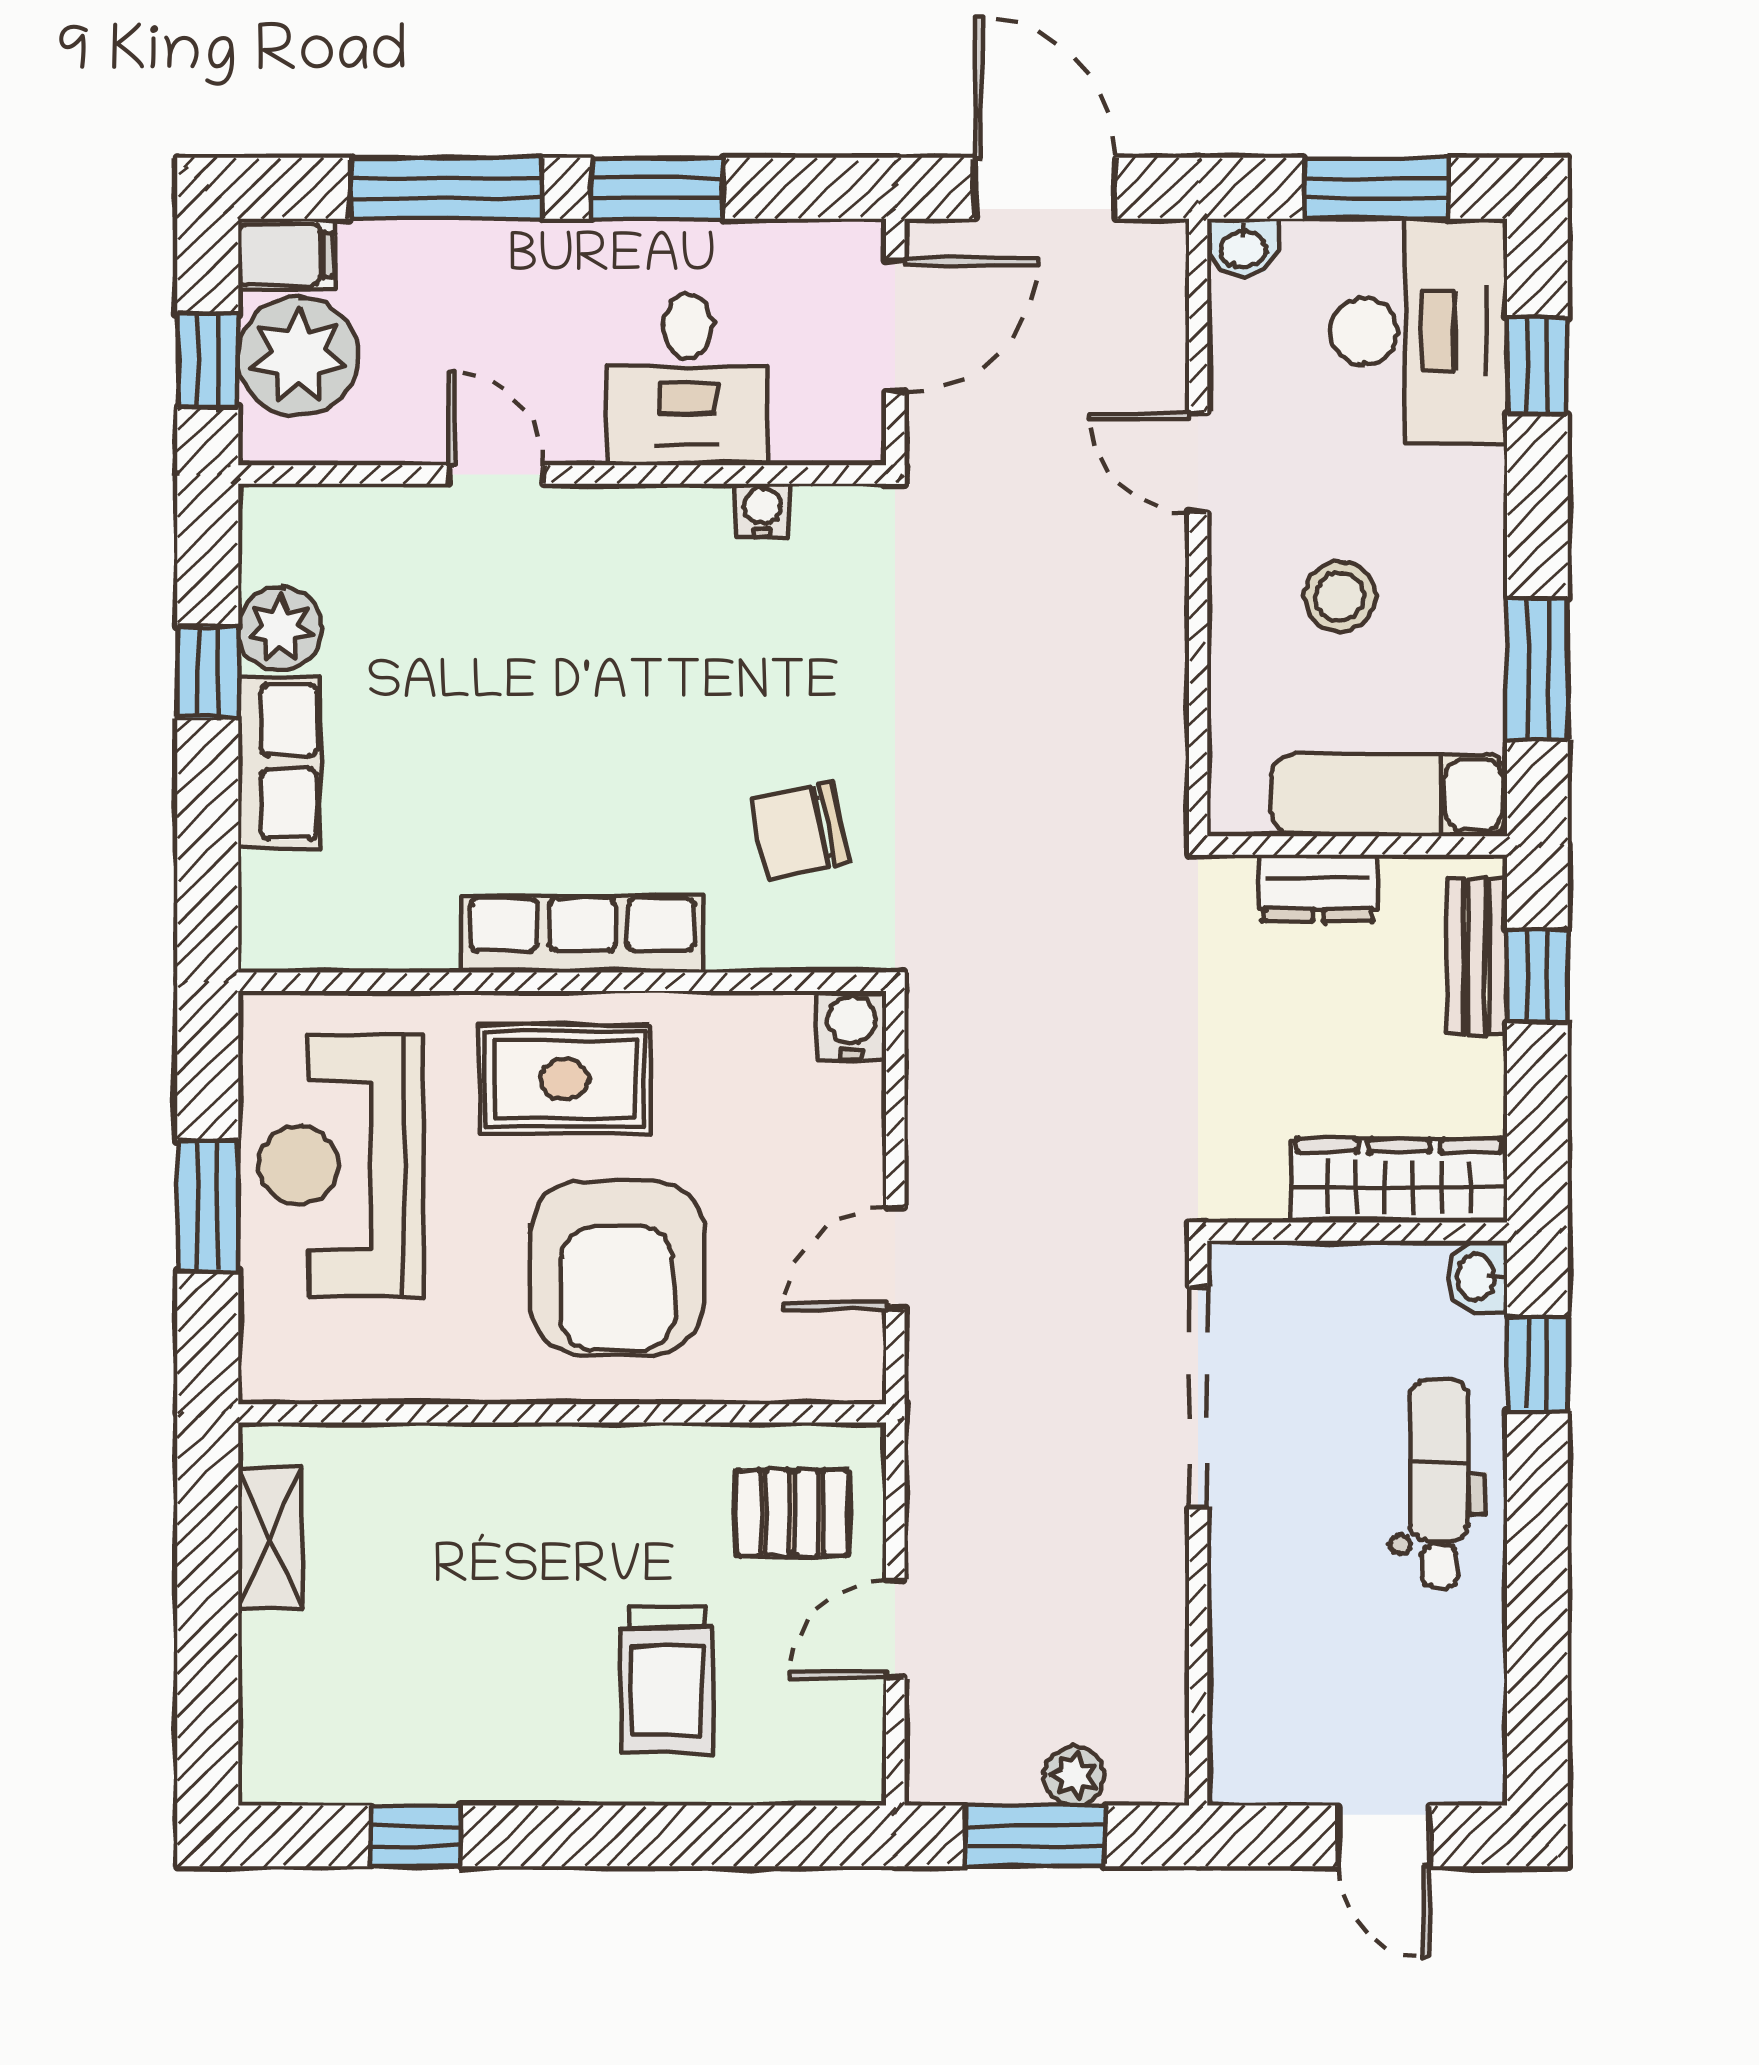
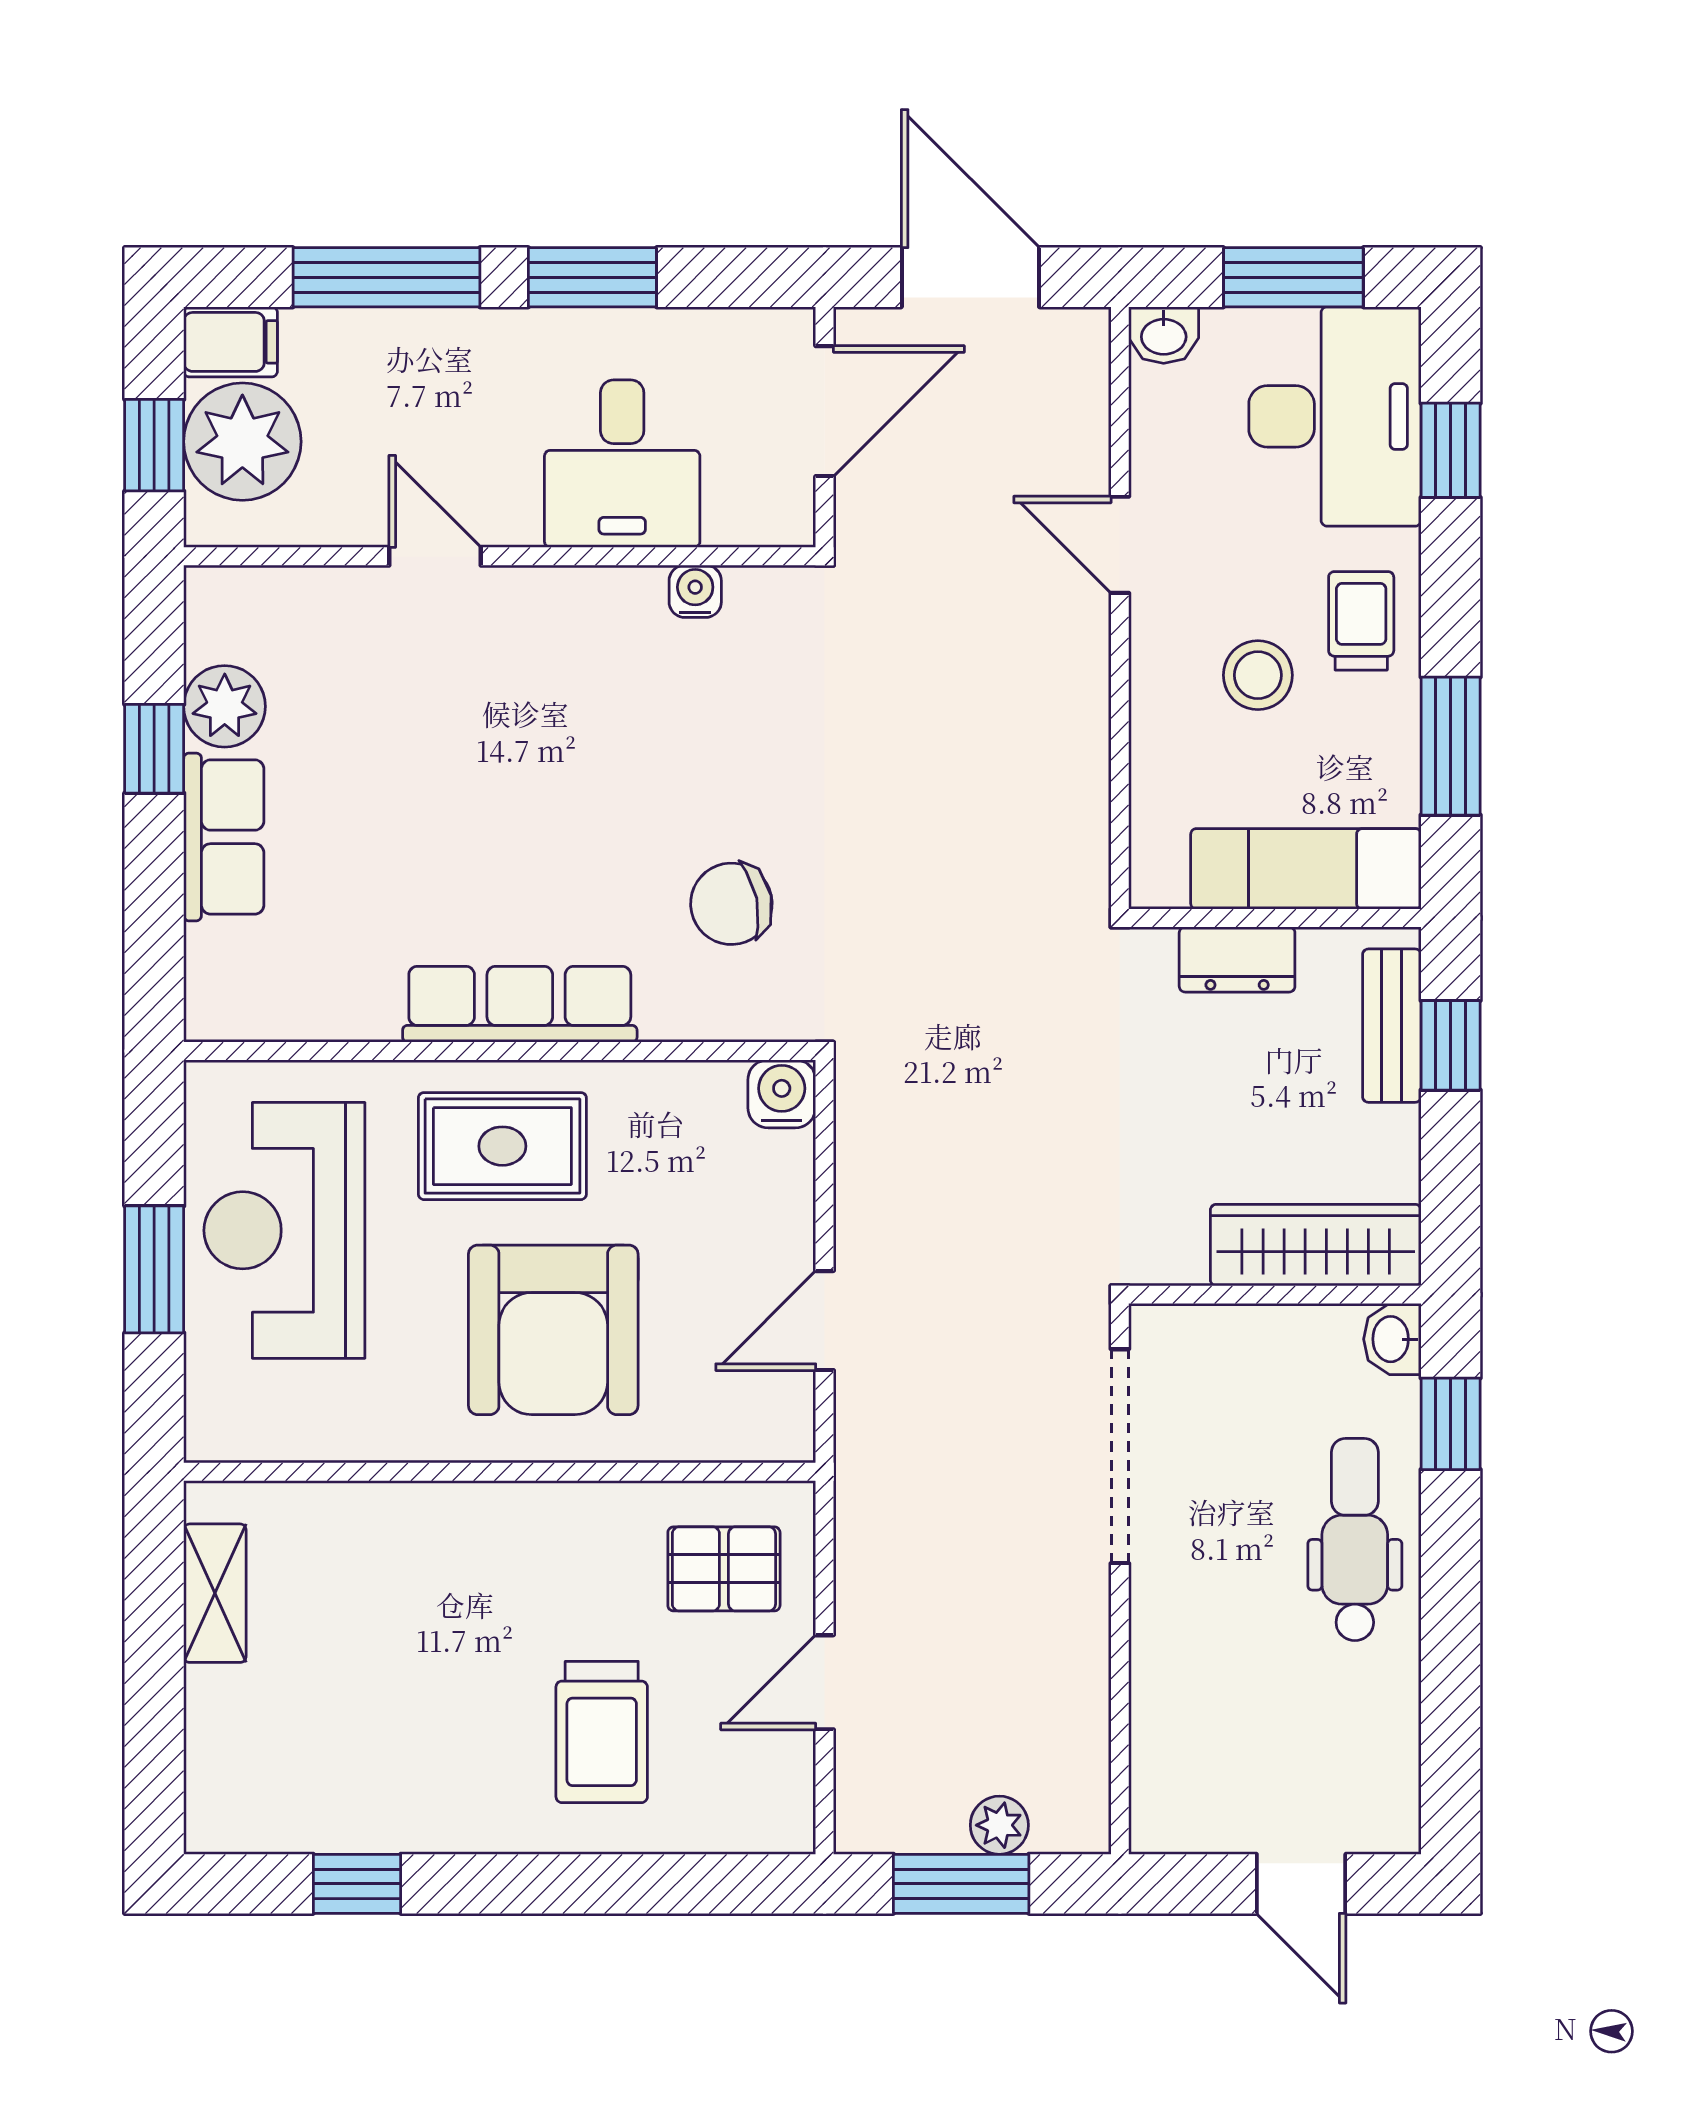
trolley: (1446, 541) -> (1361, 621), added

